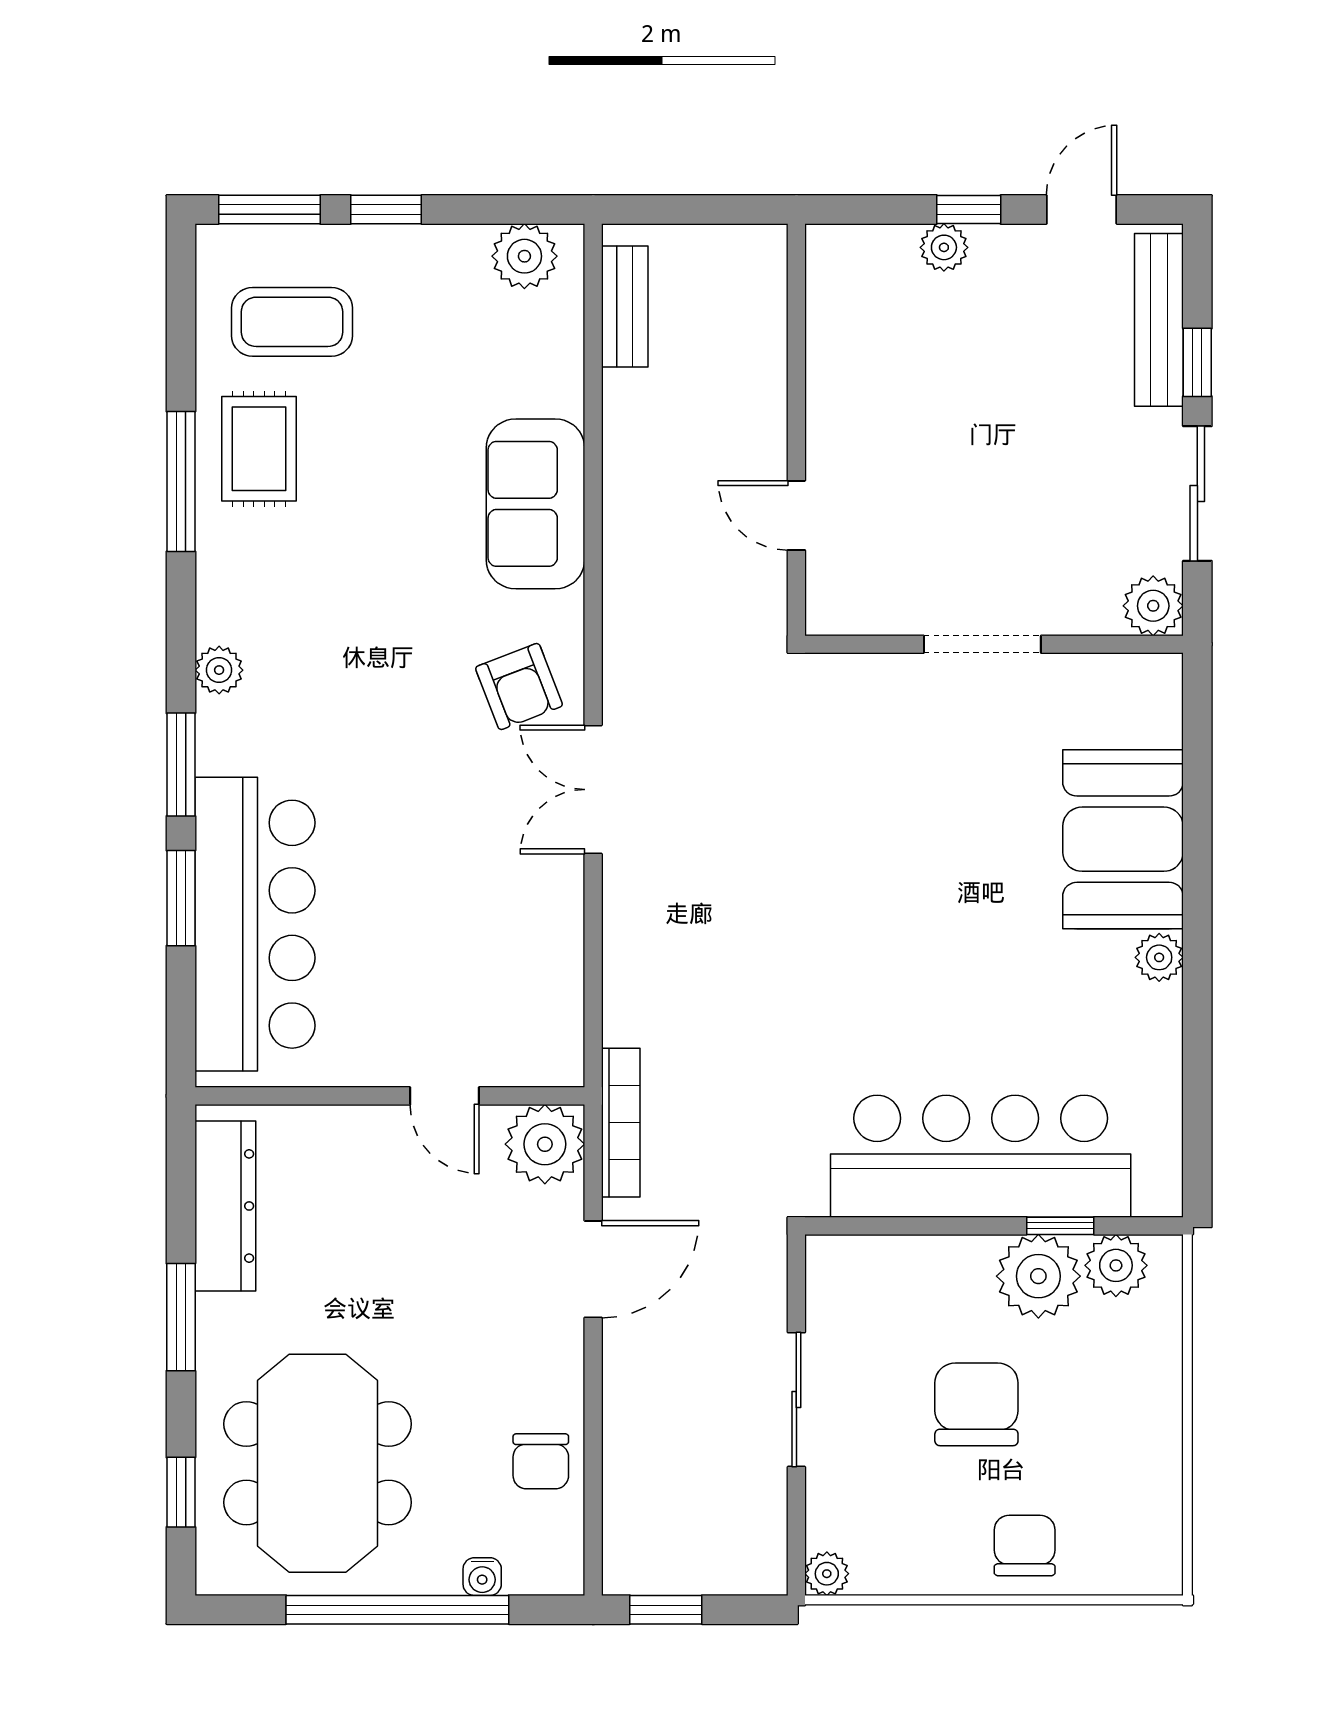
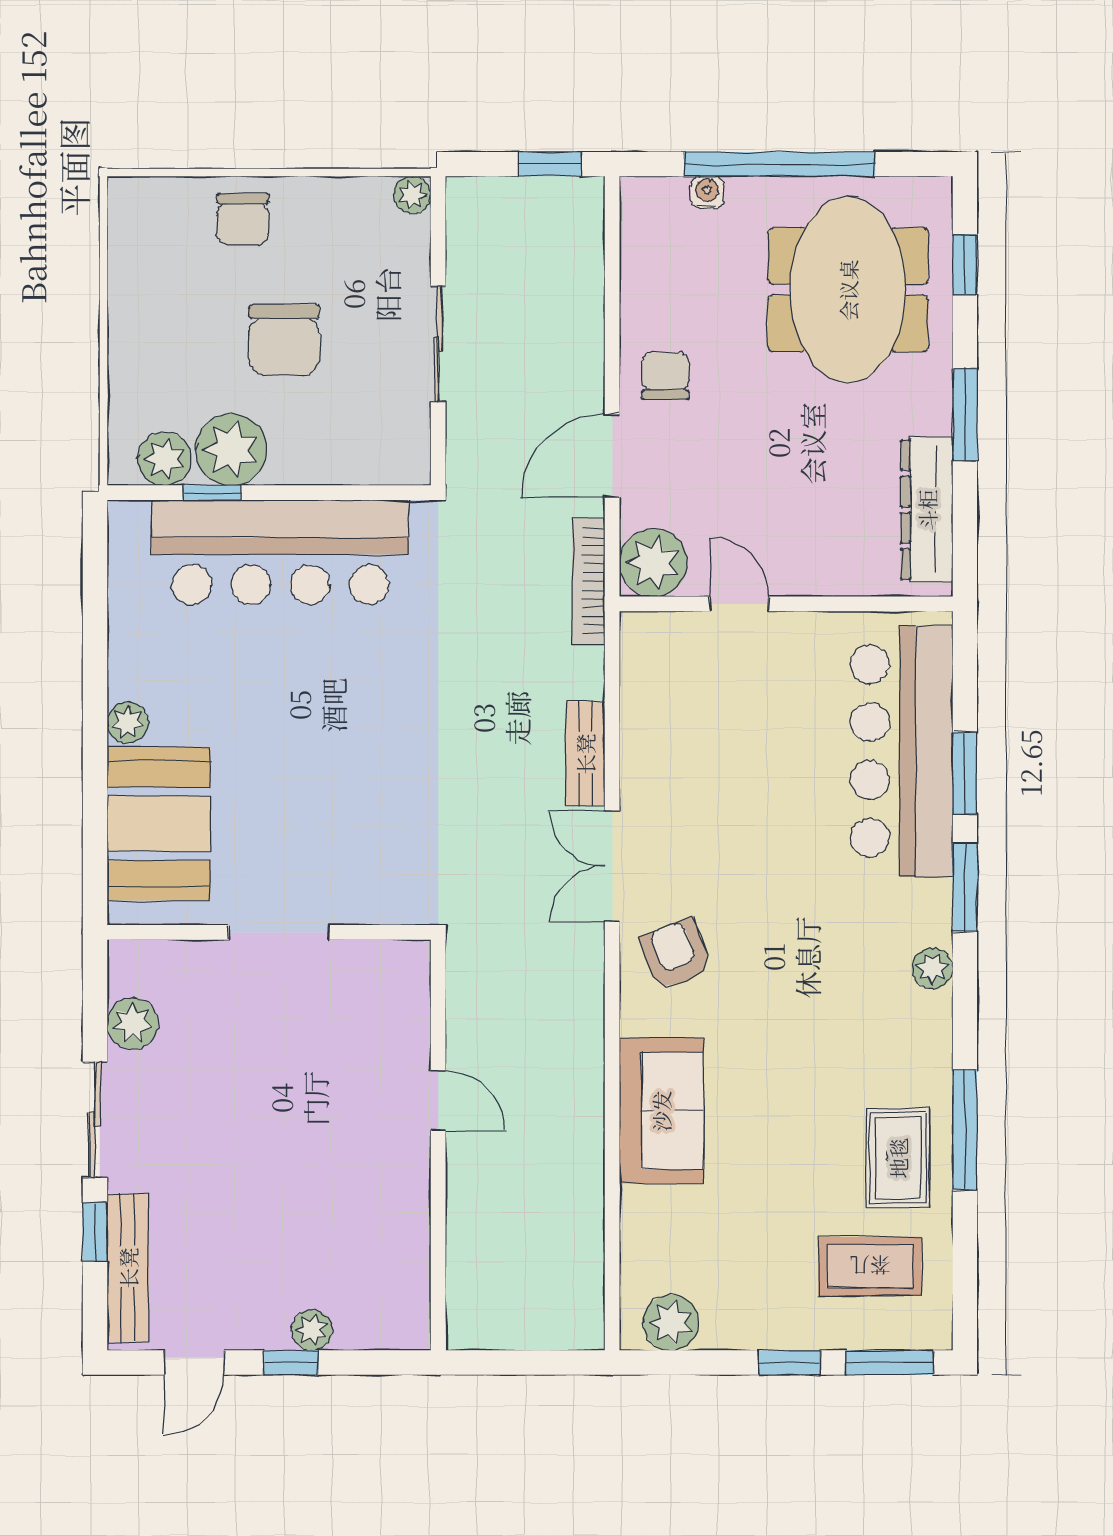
bench: (625, 307) -> (585, 754), moved
doorway: (982, 644) -> (279, 932), moved
wall: (994, 644) -> (269, 932), moved
double door: (593, 790) -> (612, 866), swing flipped
chair: (541, 1461) -> (665, 376), moved

